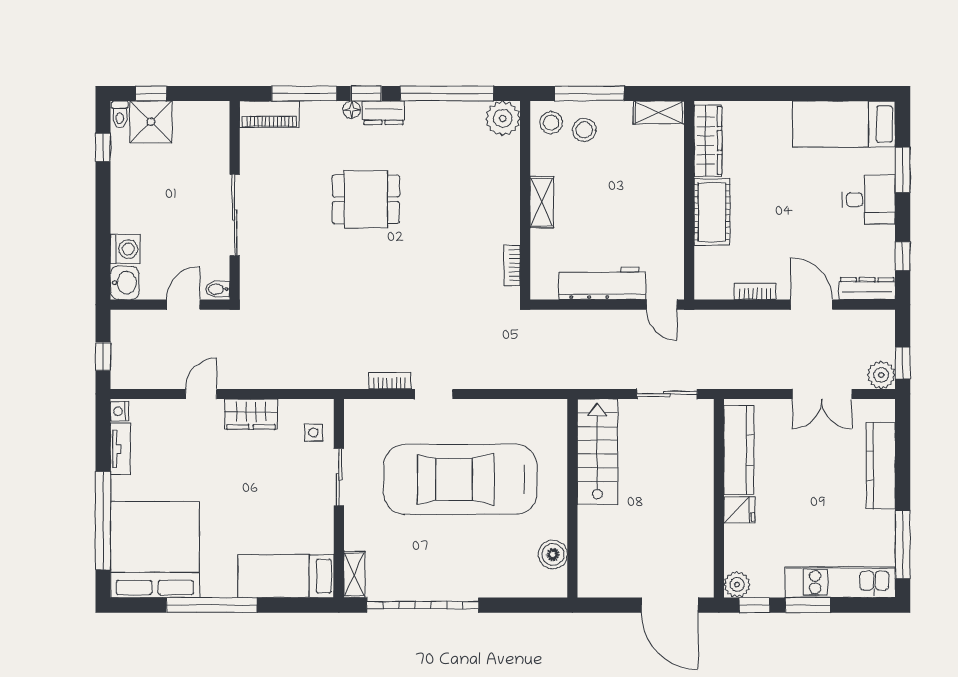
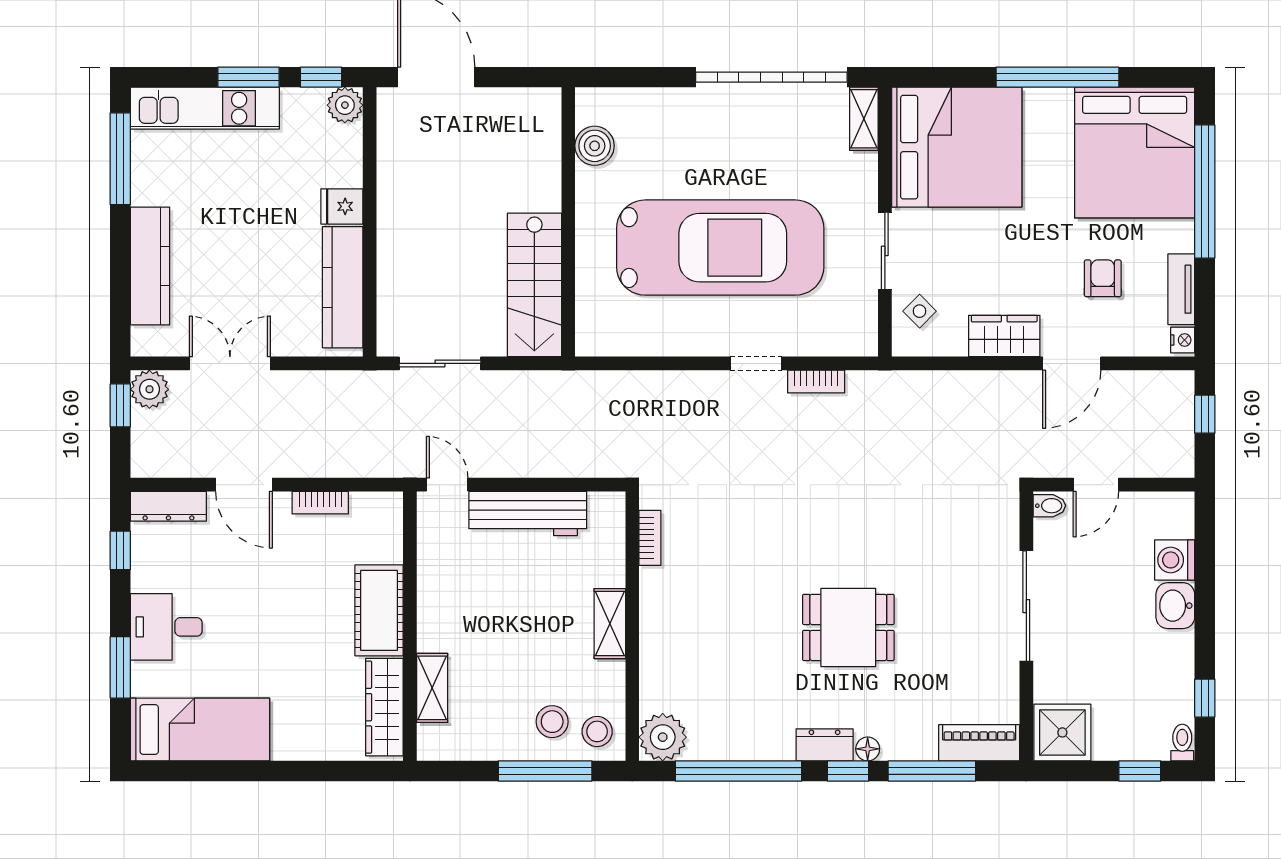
shelving: (659, 112) -> (432, 688), moved, turned 90
shower: (151, 122) -> (1062, 732), moved
washbasin: (125, 283) -> (1175, 606), moved
door: (201, 394) -> (1072, 363), width x1.38
side table: (313, 433) -> (920, 311), turned 45
armchair: (178, 457) -> (1103, 278), added
bed: (286, 576) -> (957, 147), width x2.04

